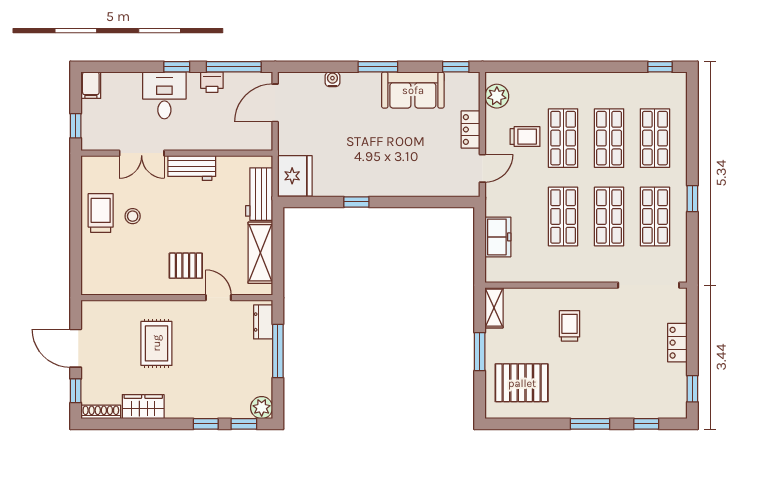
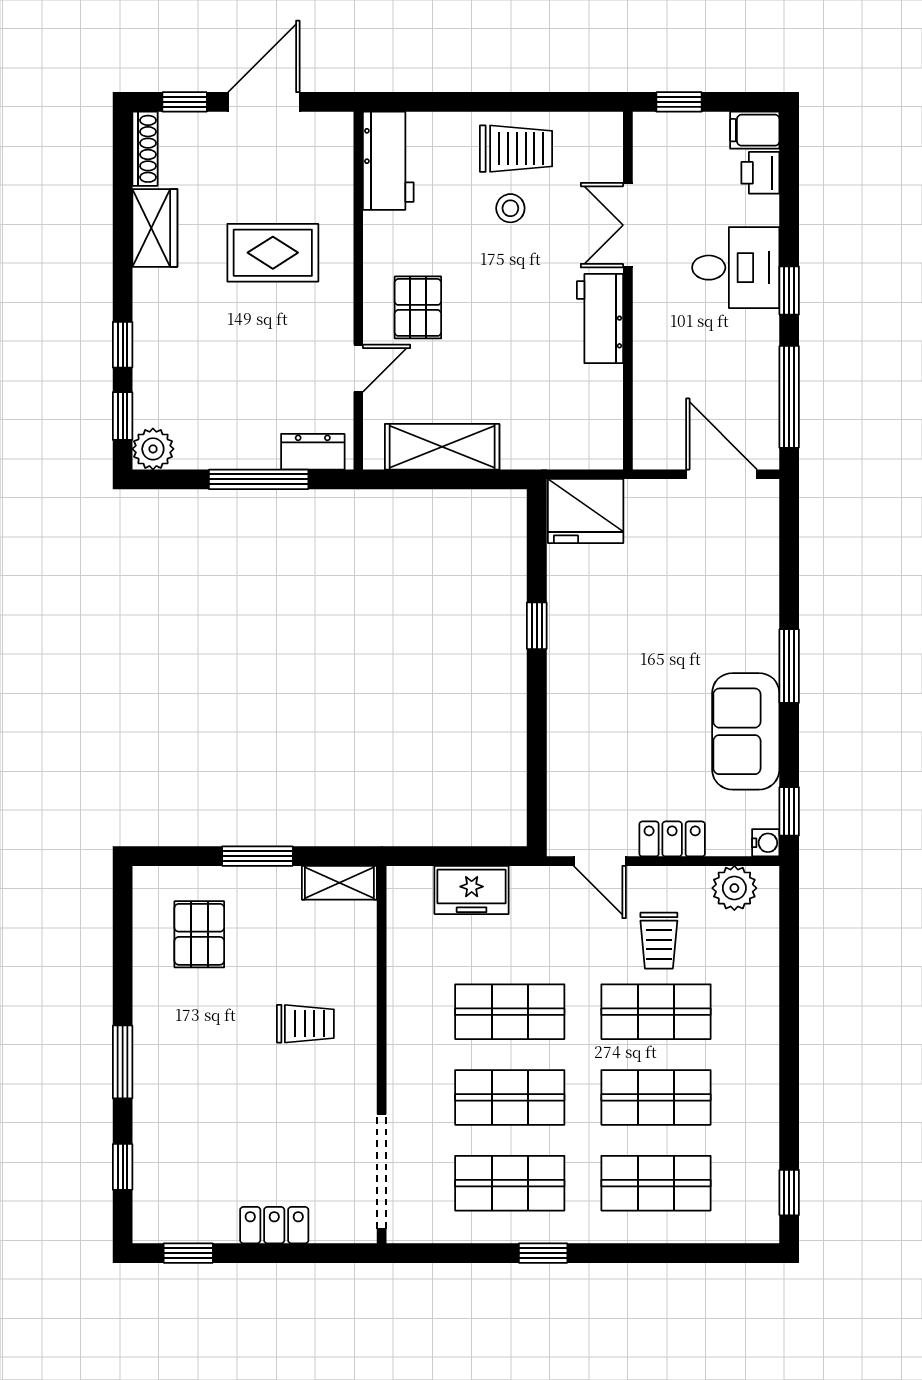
water cooler: (332, 79) -> (766, 843), moved
printer: (212, 82) -> (760, 173), moved
workbench: (259, 194) -> (388, 161), moved, turned 90
pallet: (522, 383) -> (199, 934), width x0.67, depth x0.71

